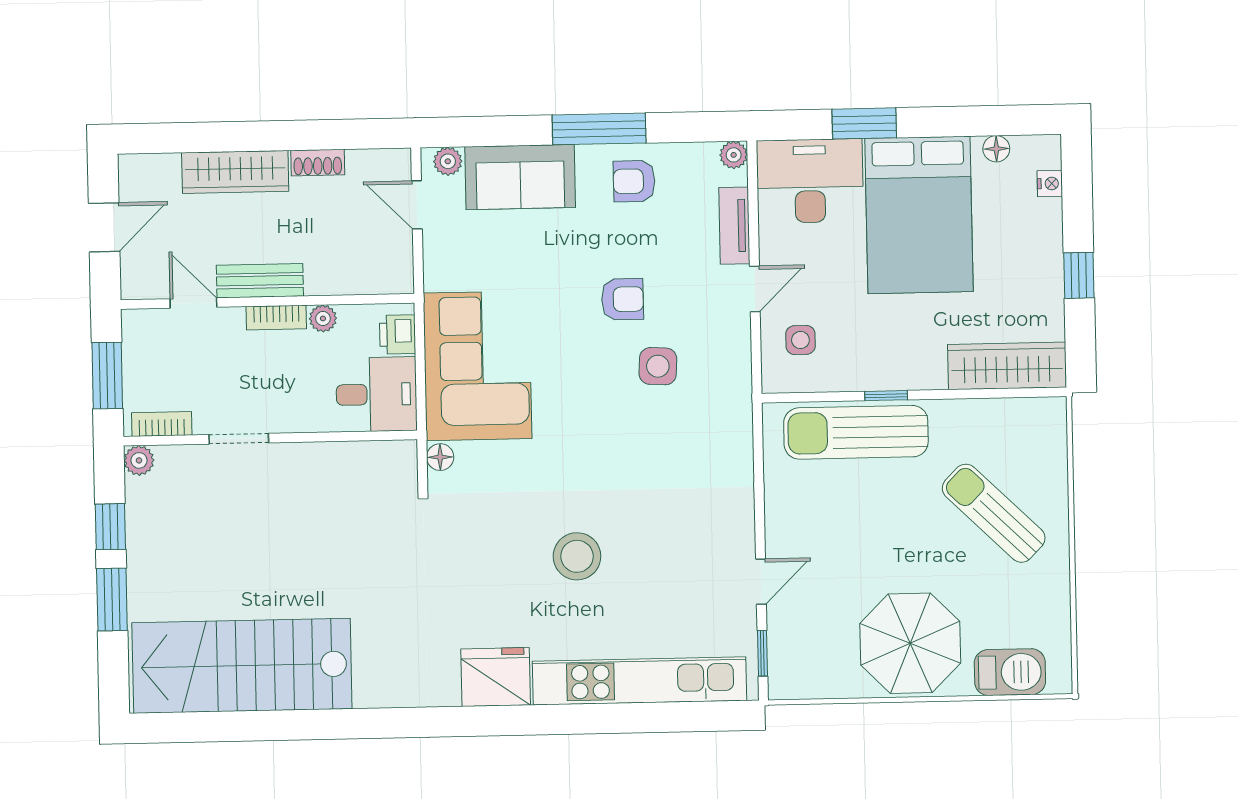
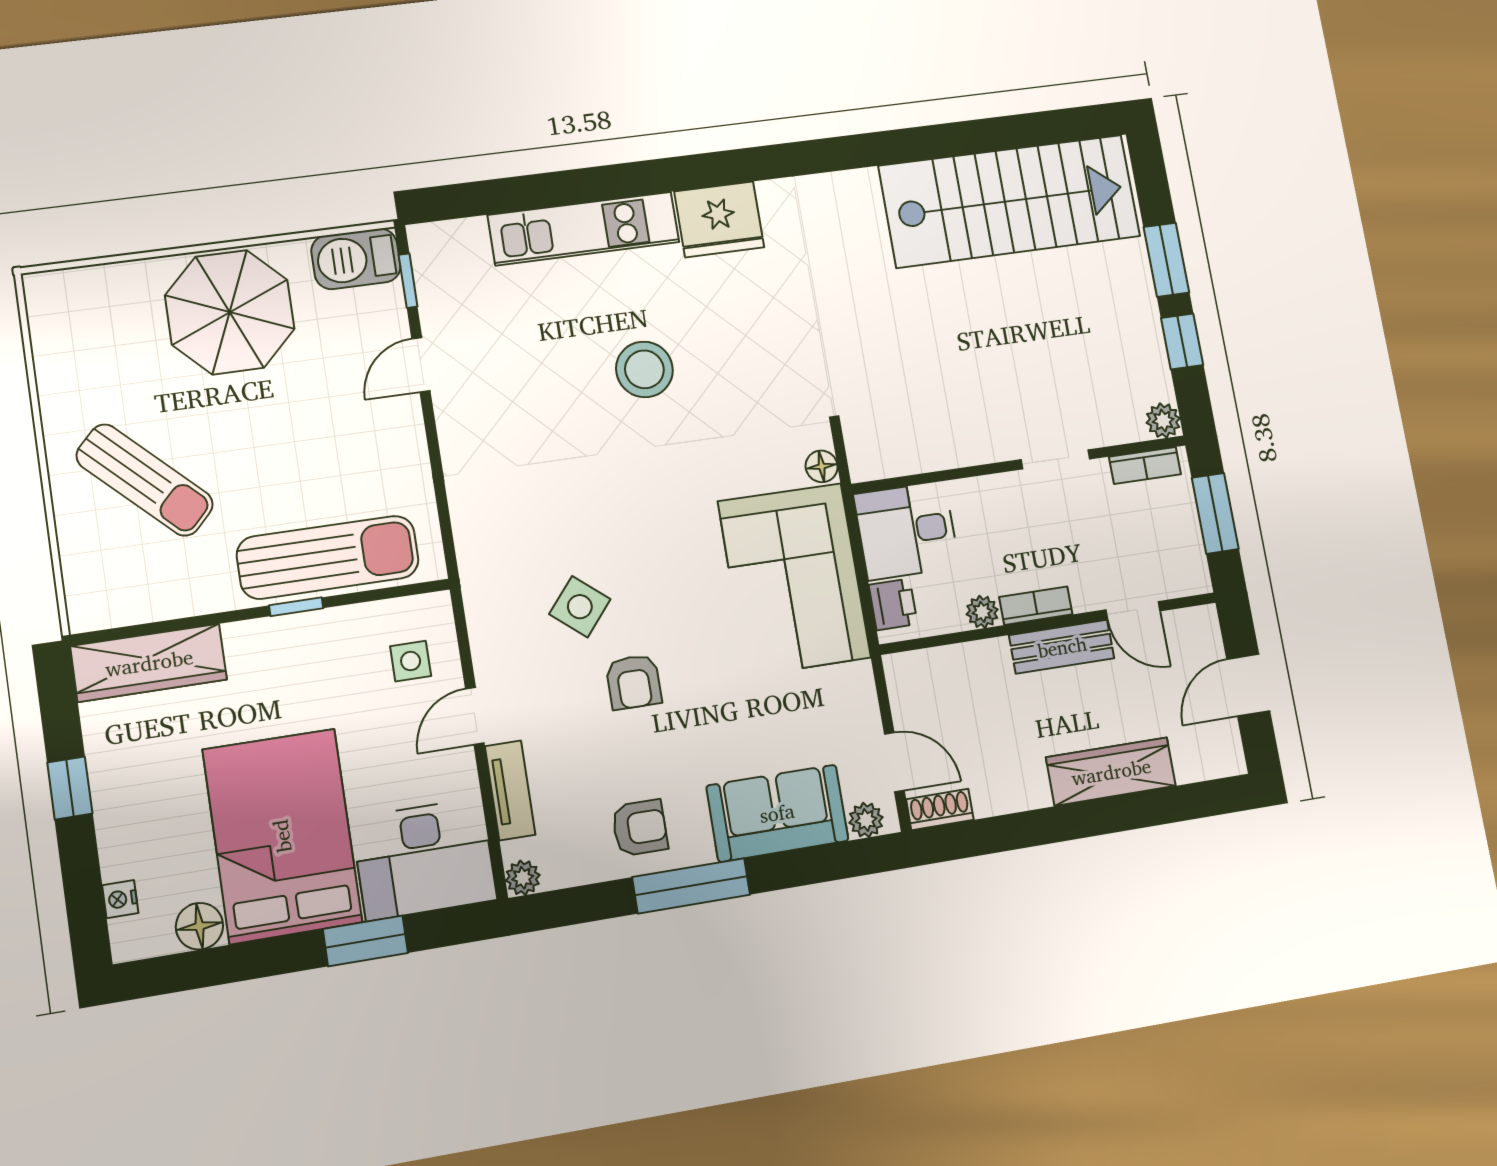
floor lamp: (996, 149) -> (199, 926), width x1.37, depth x1.37
shoe rack: (318, 163) -> (940, 809), moved
armchair: (623, 299) -> (634, 682), turned -90
side table: (658, 366) -> (580, 607), turned 37
barbecue: (1010, 672) -> (356, 259), moved
kitchen unit: (640, 681) -> (584, 229), width x0.73

